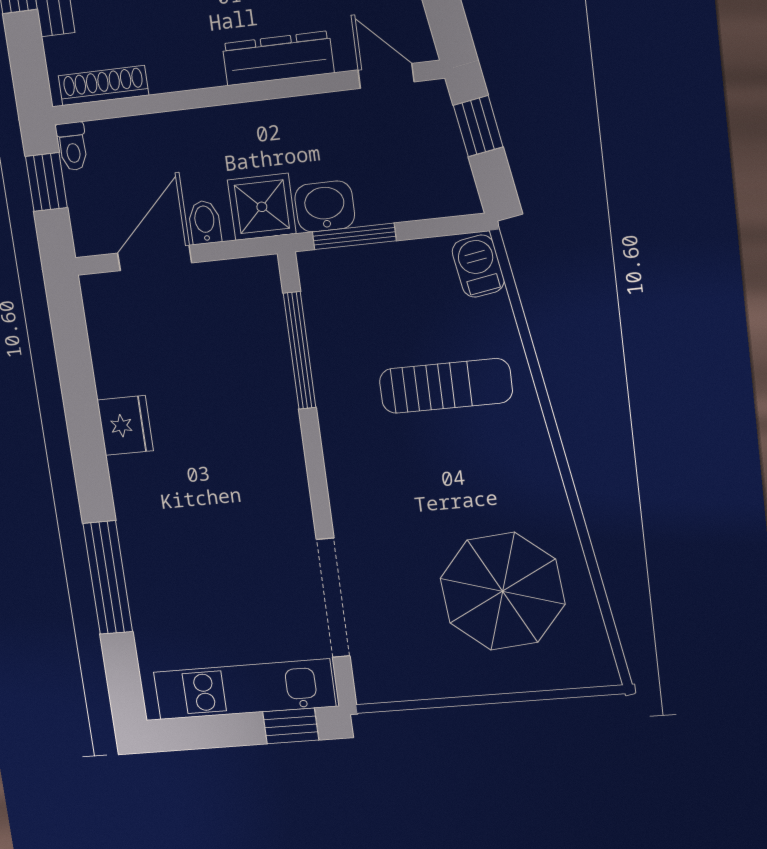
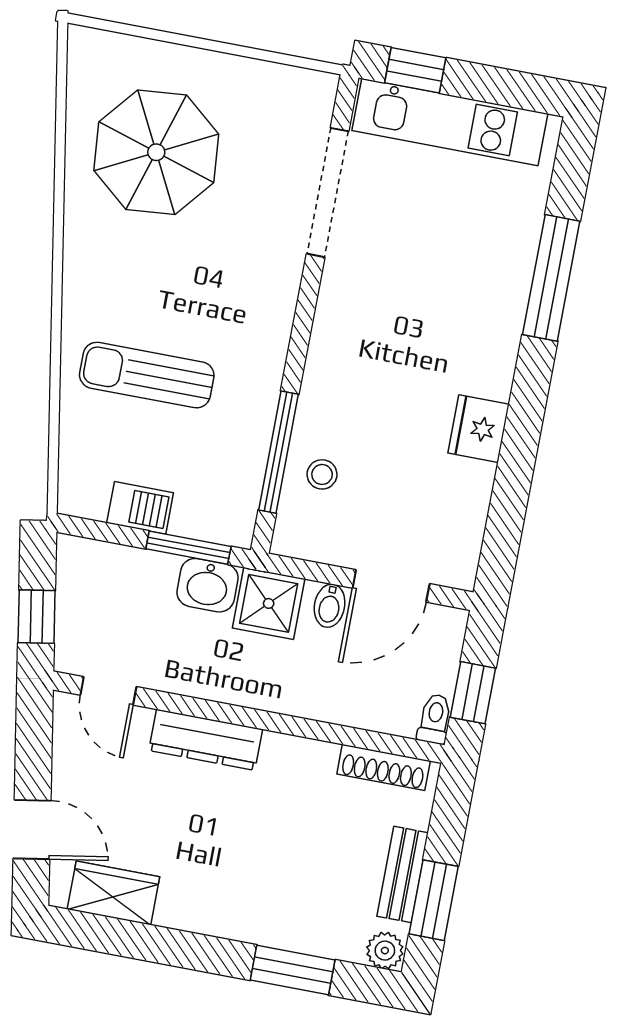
barbecue: (478, 266) -> (140, 508), moved, turned -81
stool: (253, 342) -> (322, 474), added

